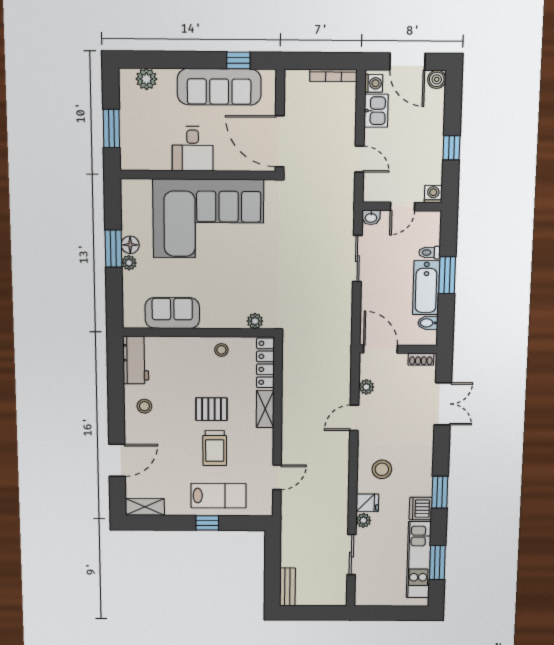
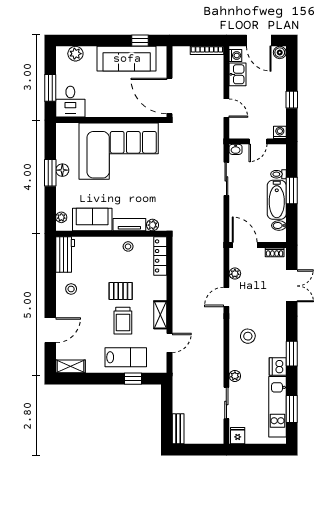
desk: (193, 149) -> (70, 102), moved
plant: (129, 263) -> (61, 217), moved
tv unit: (223, 320) -> (129, 225), added
shelving: (265, 409) -> (160, 315), moved
fridge: (367, 503) -> (238, 436), moved, turned -90
window: (207, 523) -> (133, 379), moved

